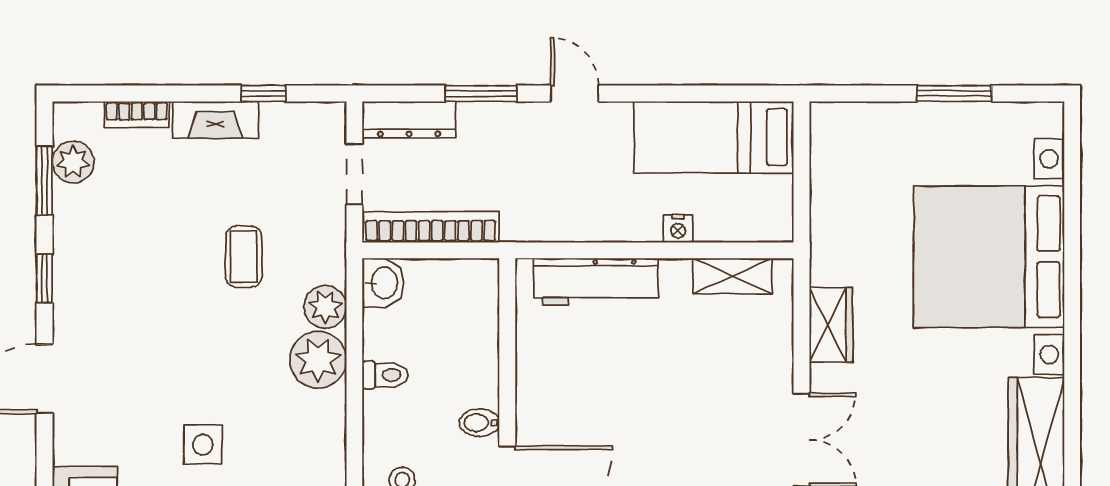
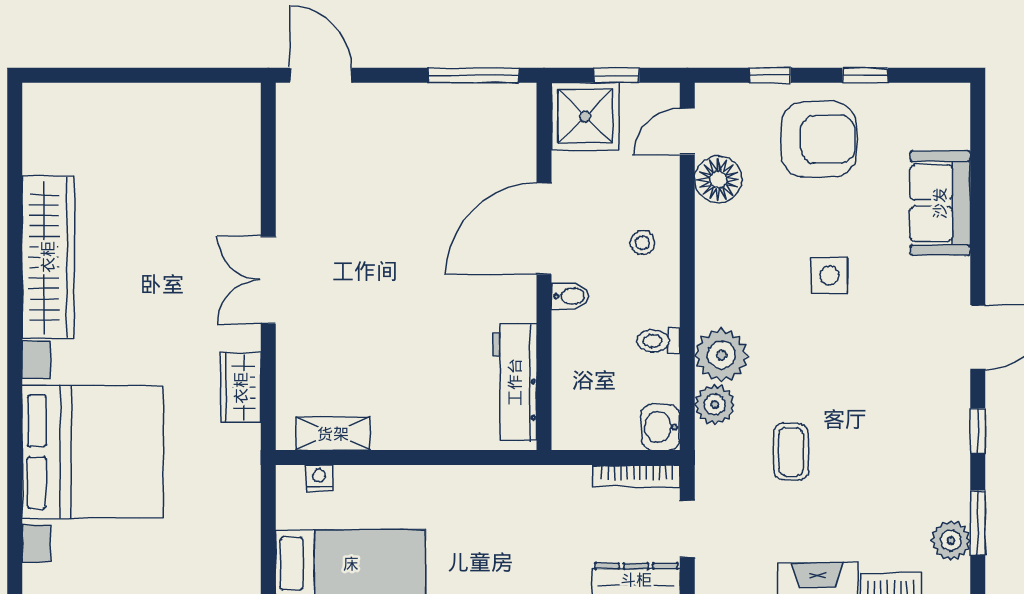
bookcase: (431, 227) -> (637, 476), width x0.68, depth x0.76
nightstand: (678, 229) -> (319, 478), moved
workbench: (596, 282) -> (515, 382), moved, turned -90

